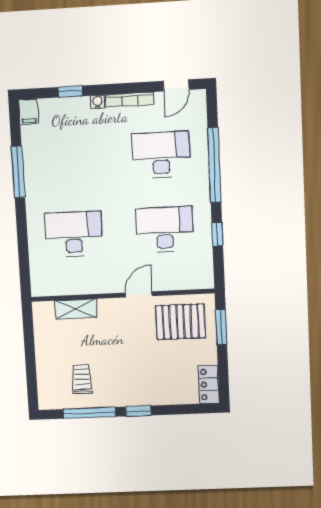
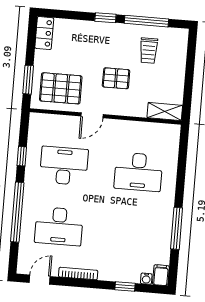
water cooler: (97, 102) -> (146, 279), moved
desk: (165, 229) -> (64, 166), turned 180
shelving: (76, 309) -> (165, 111), moved
pallet: (116, 342) -> (116, 78), added

